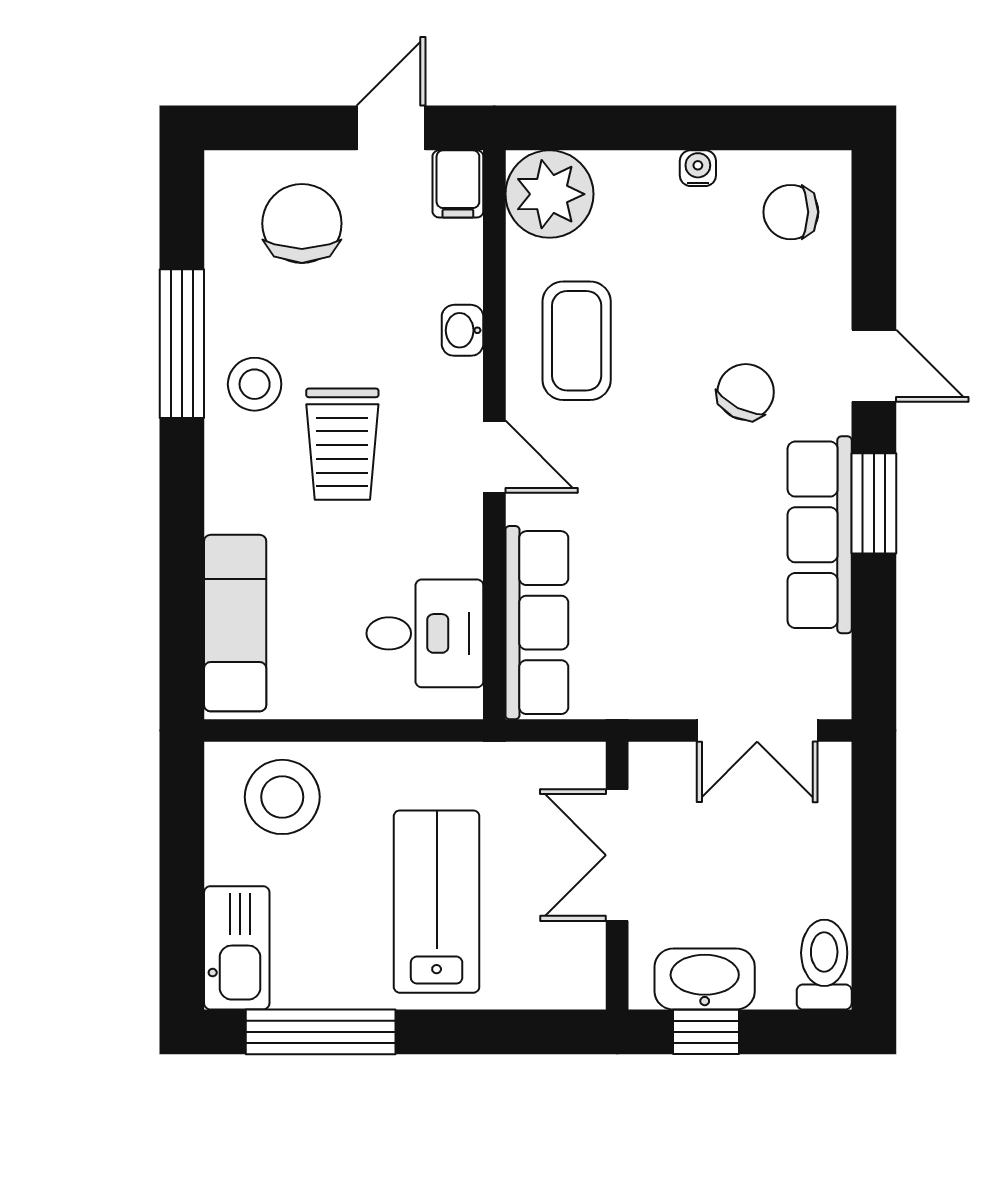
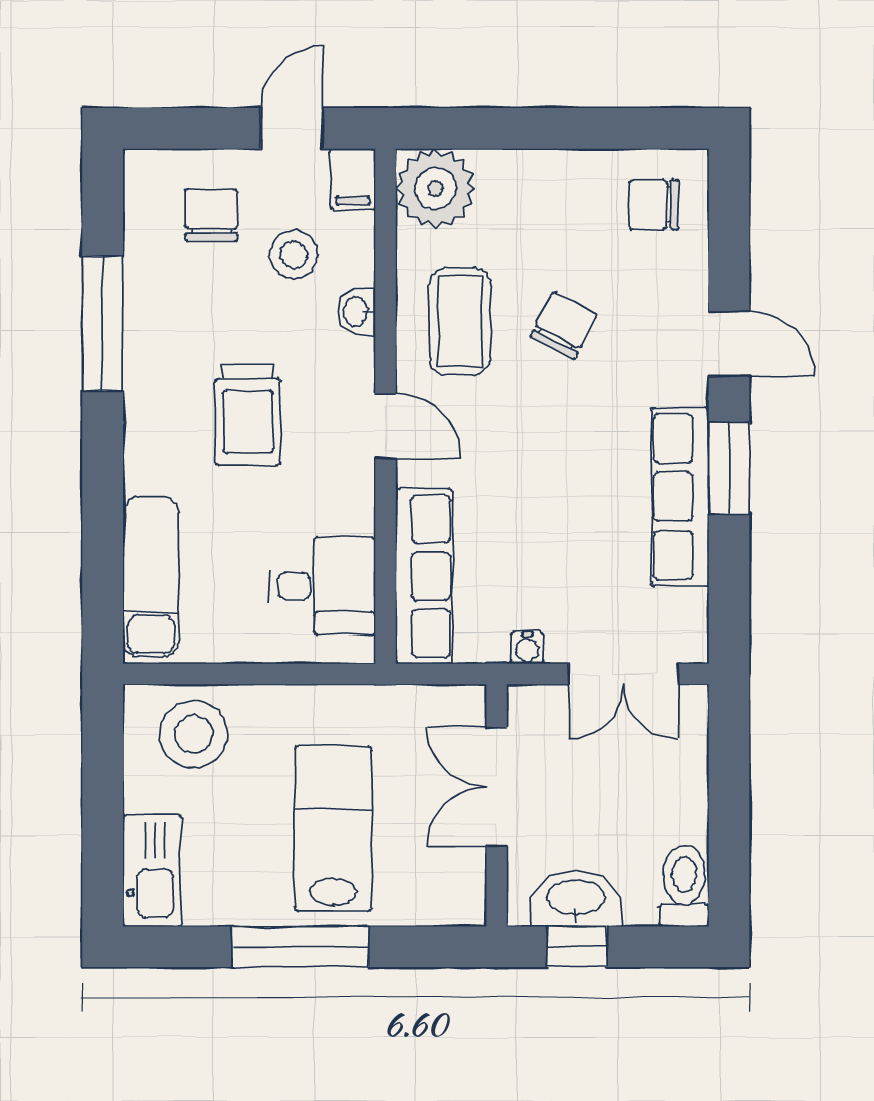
water cooler: (698, 168) -> (527, 648), moved, turned 180
chair: (302, 223) -> (211, 215), width x0.73, depth x0.73
stool: (255, 384) -> (294, 255), moved
chair: (746, 392) -> (563, 326), moved
window: (321, 1032) -> (300, 947), moved

